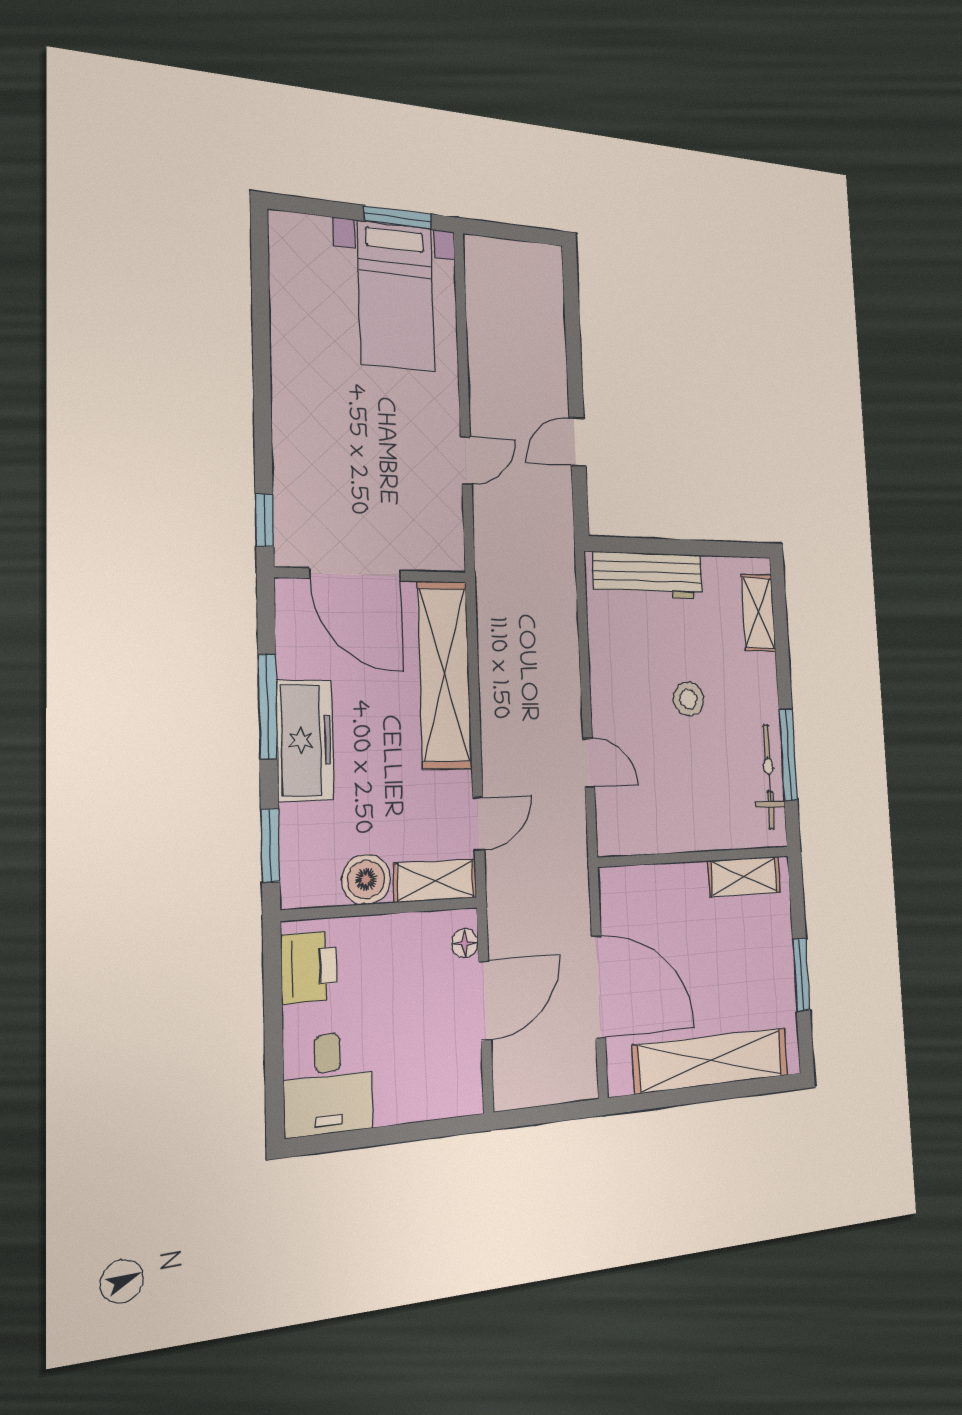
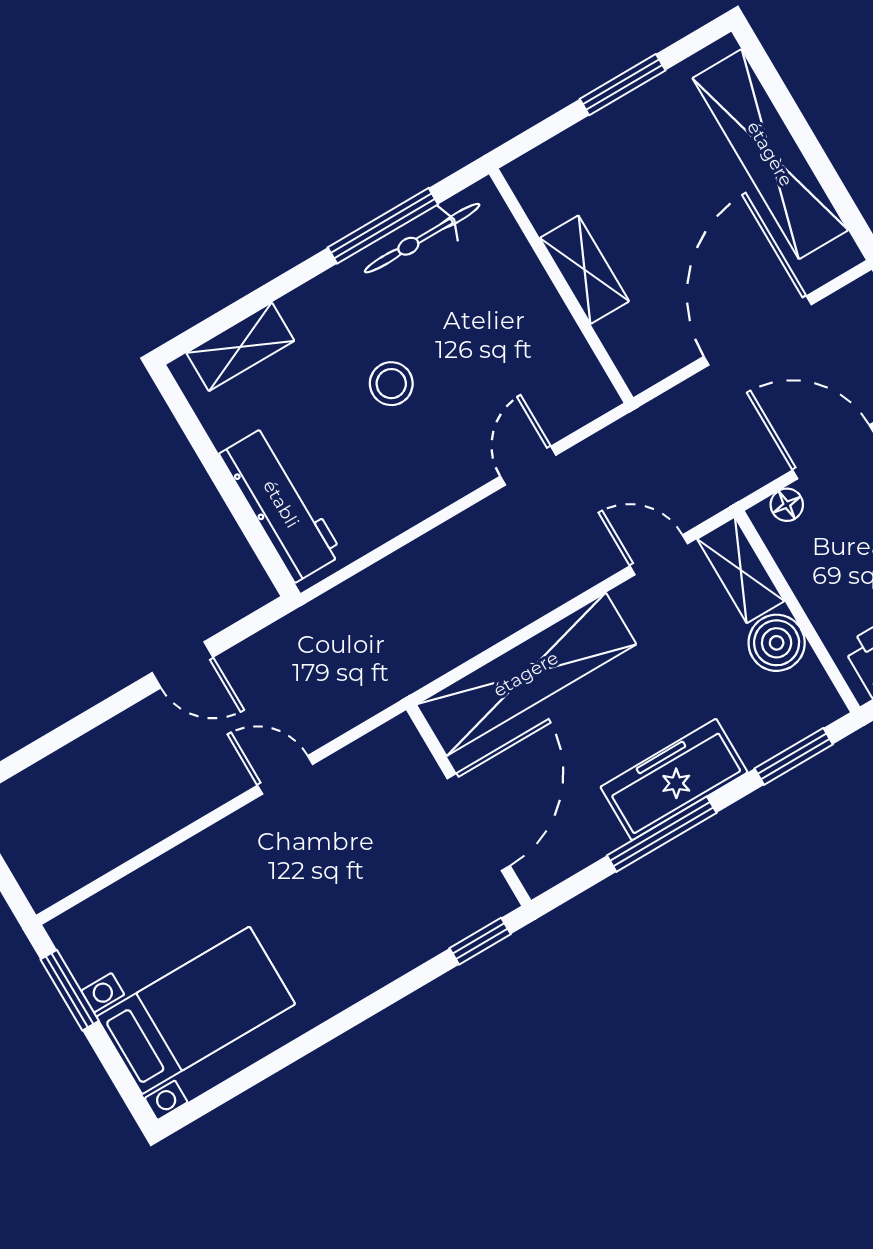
bed with nightstands: (396, 296) -> (196, 1010), moved
shelving: (744, 877) -> (584, 270), moved

